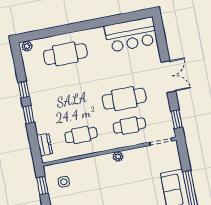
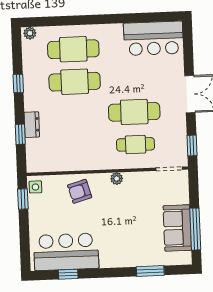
window: (29, 115) -> (20, 134), moved
cafe table: (81, 135) -> (75, 82), moved, width x1.37, depth x1.35
dresser: (45, 145) -> (32, 125), moved
armchair: (89, 172) -> (80, 191), added
side table: (64, 182) -> (35, 187), moved

